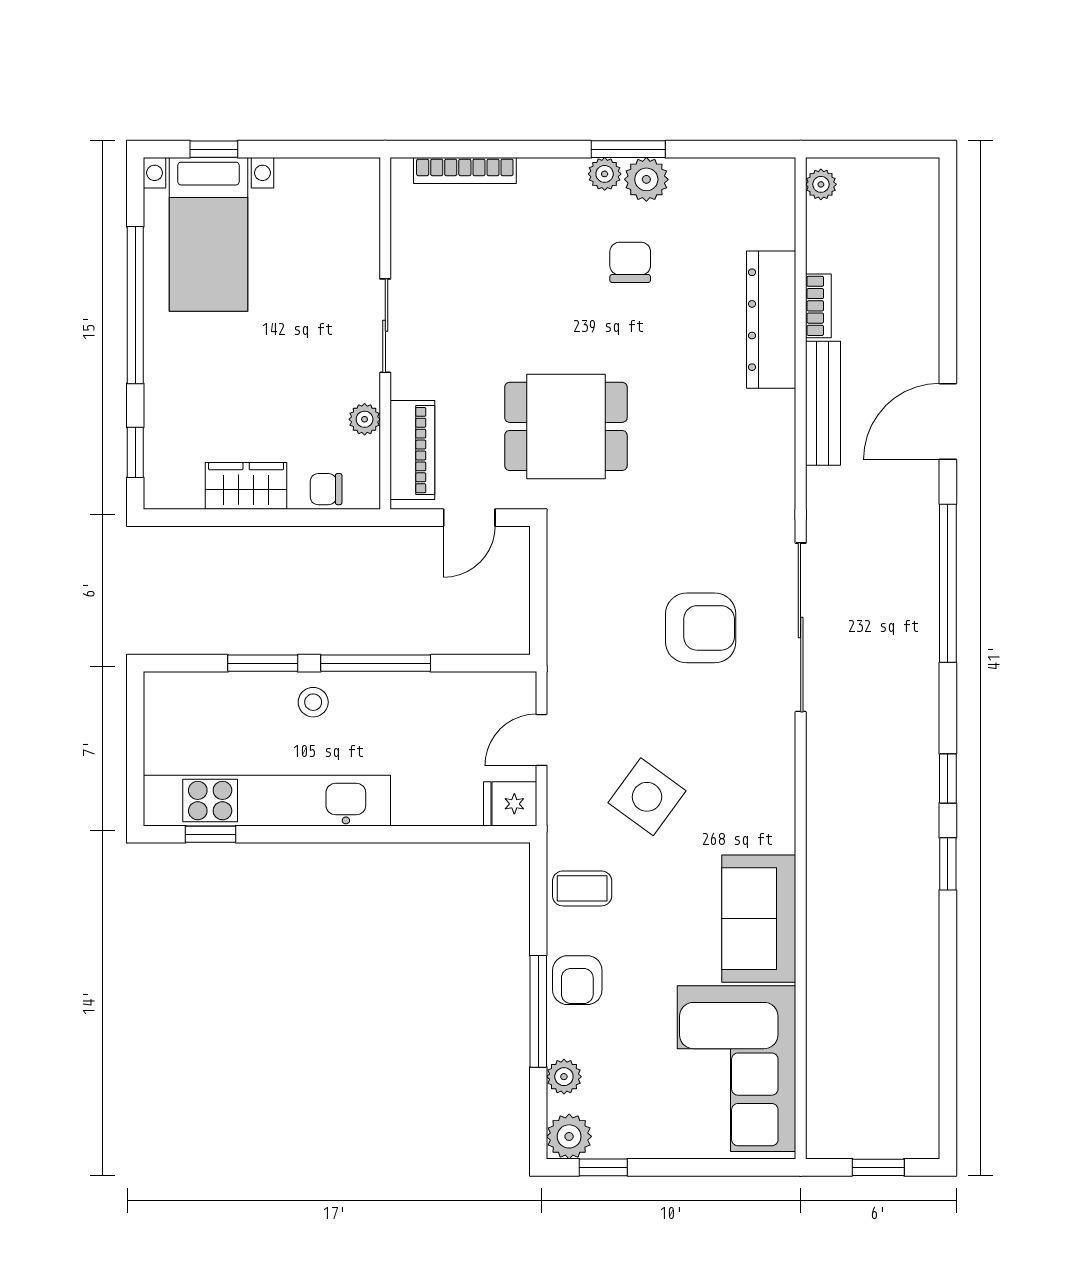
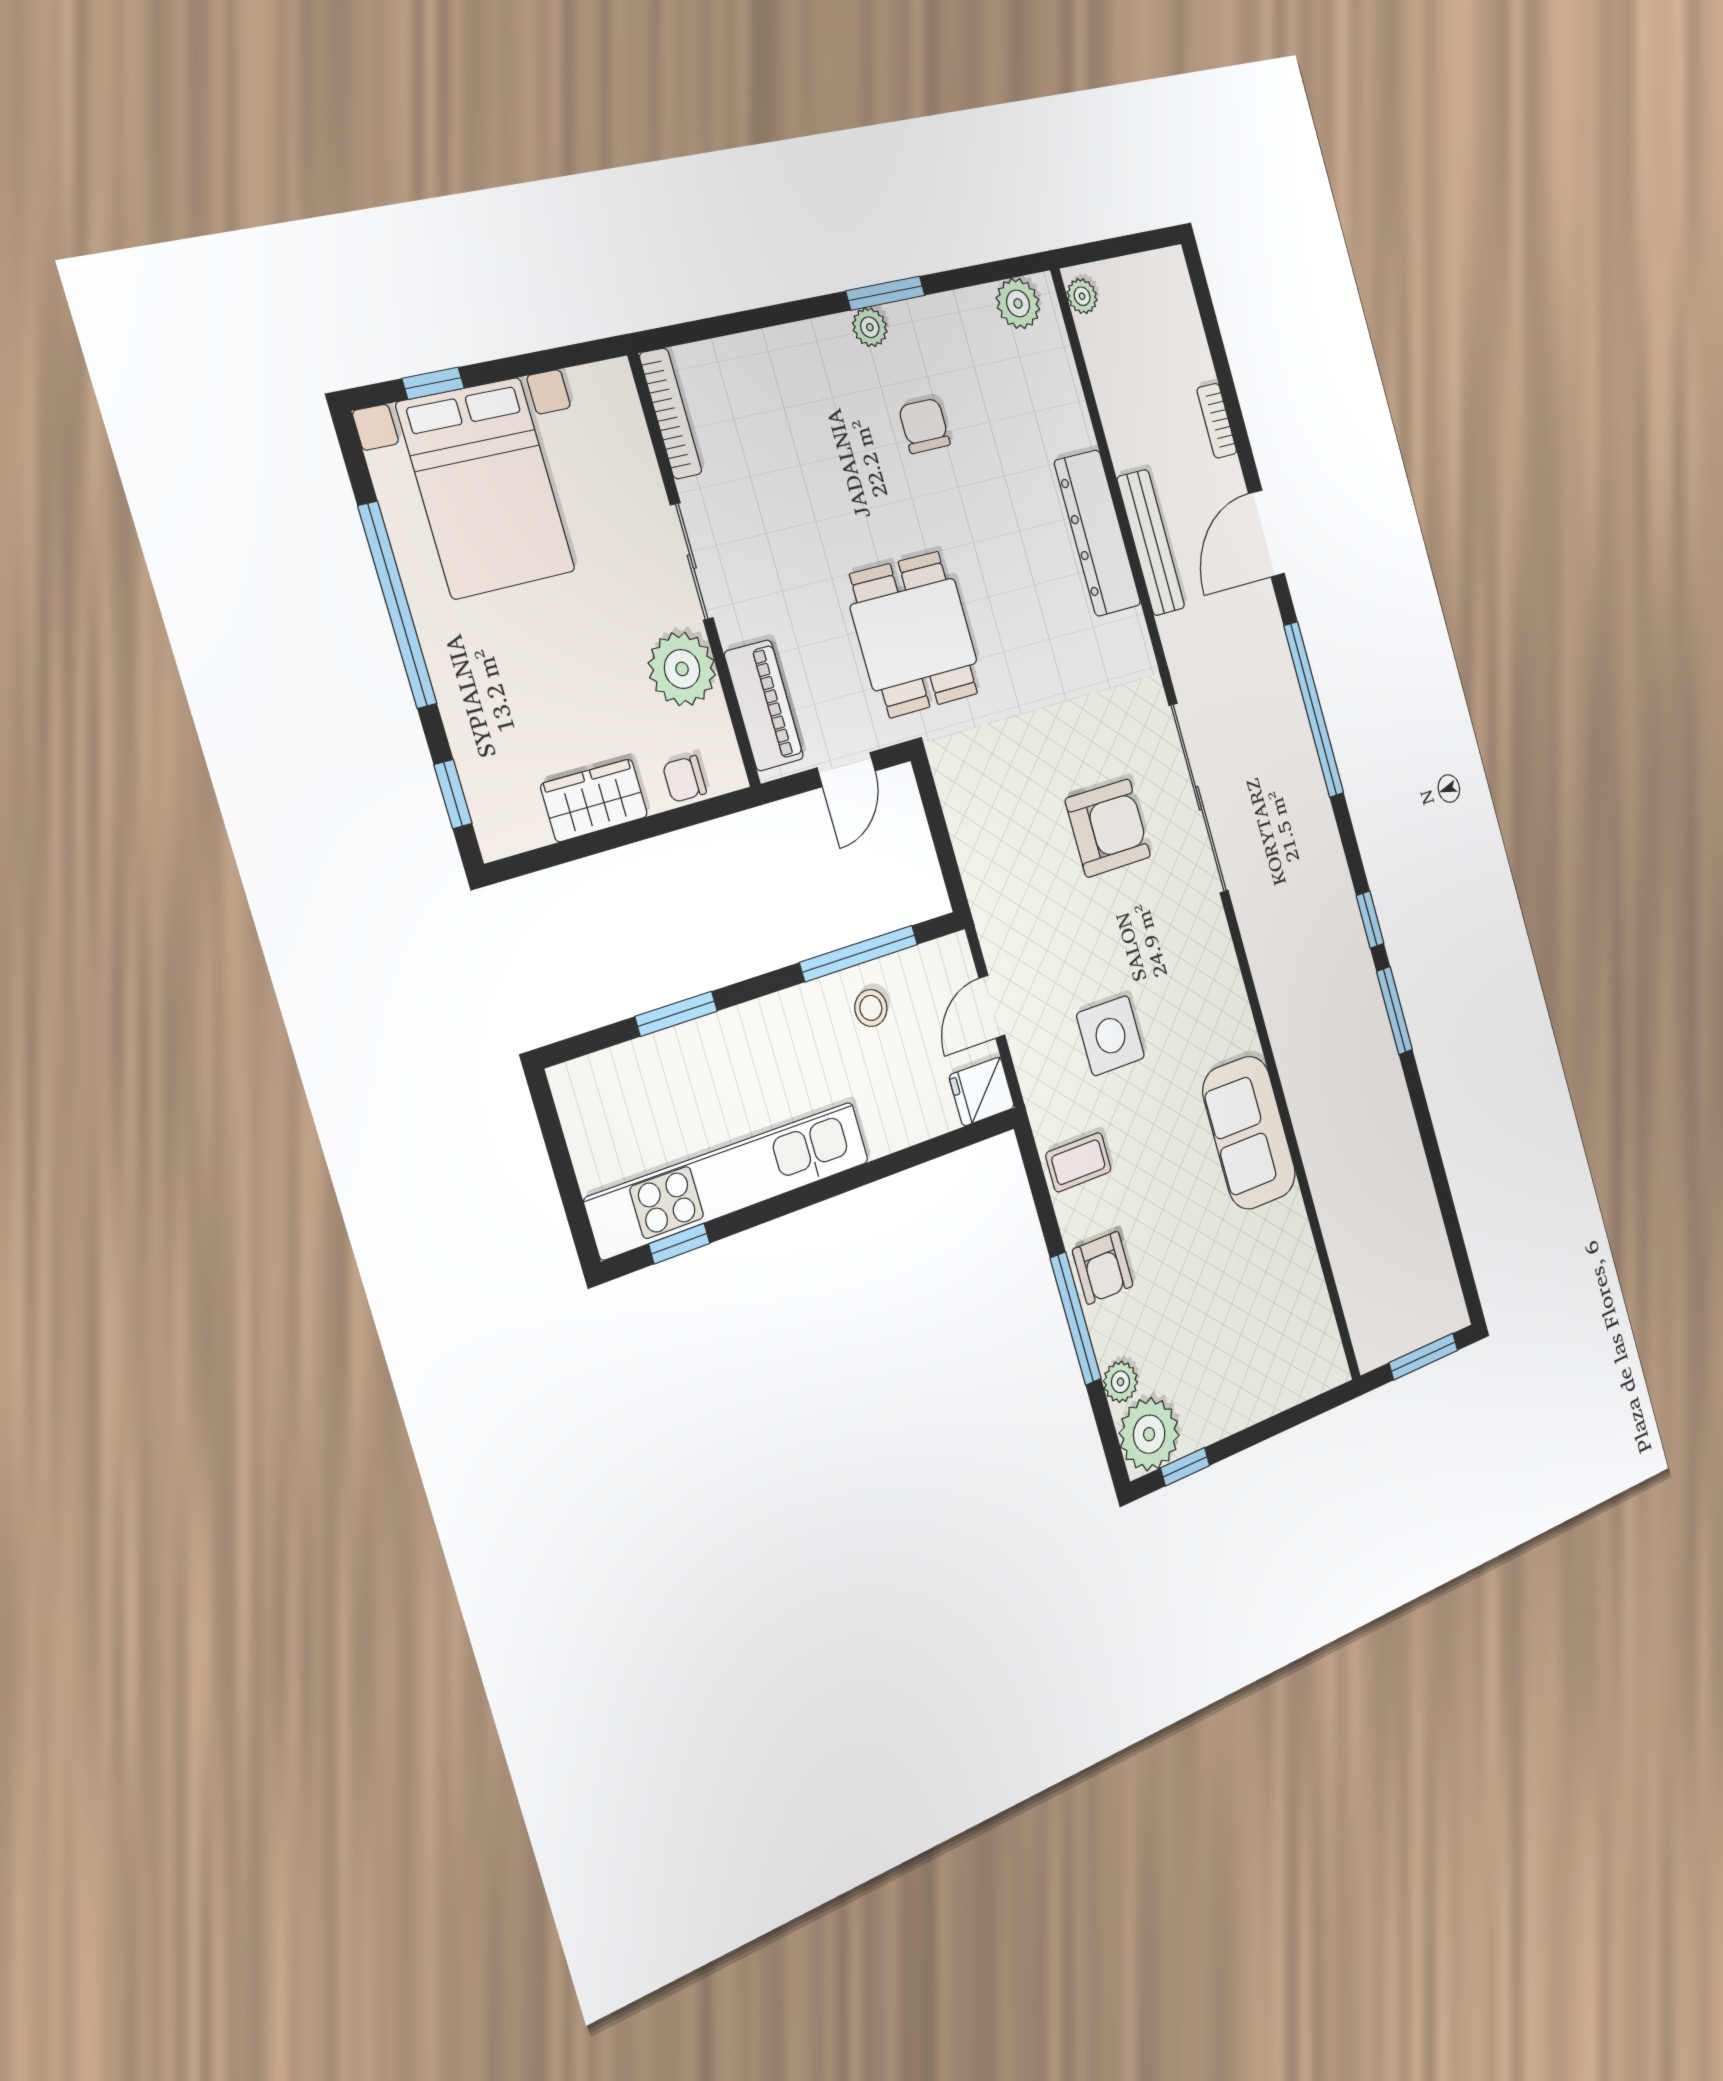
bookcase: (465, 171) -> (671, 414), moved, turned -90
plant: (646, 179) -> (1018, 303), moved
bed with nightstands: (209, 234) -> (486, 488), width x1.36
bookcase: (818, 306) -> (1217, 421), moved, turned 180
dresser: (771, 320) -> (1098, 533), moved
plant: (365, 419) -> (682, 669), width x1.88, depth x1.88
dining table: (566, 426) -> (914, 634), turned 90
window: (376, 663) -> (859, 953), moved
stool: (313, 702) -> (871, 1008), moved
side table: (647, 797) -> (1111, 1036), turned -36
window: (948, 864) -> (1394, 1011), width x1.50
corner sofa: (736, 1069) -> (1274, 1305), removed
plant: (569, 1136) -> (1149, 1434), width x1.36, depth x1.36
window: (878, 1167) -> (1424, 1357), width x1.50

